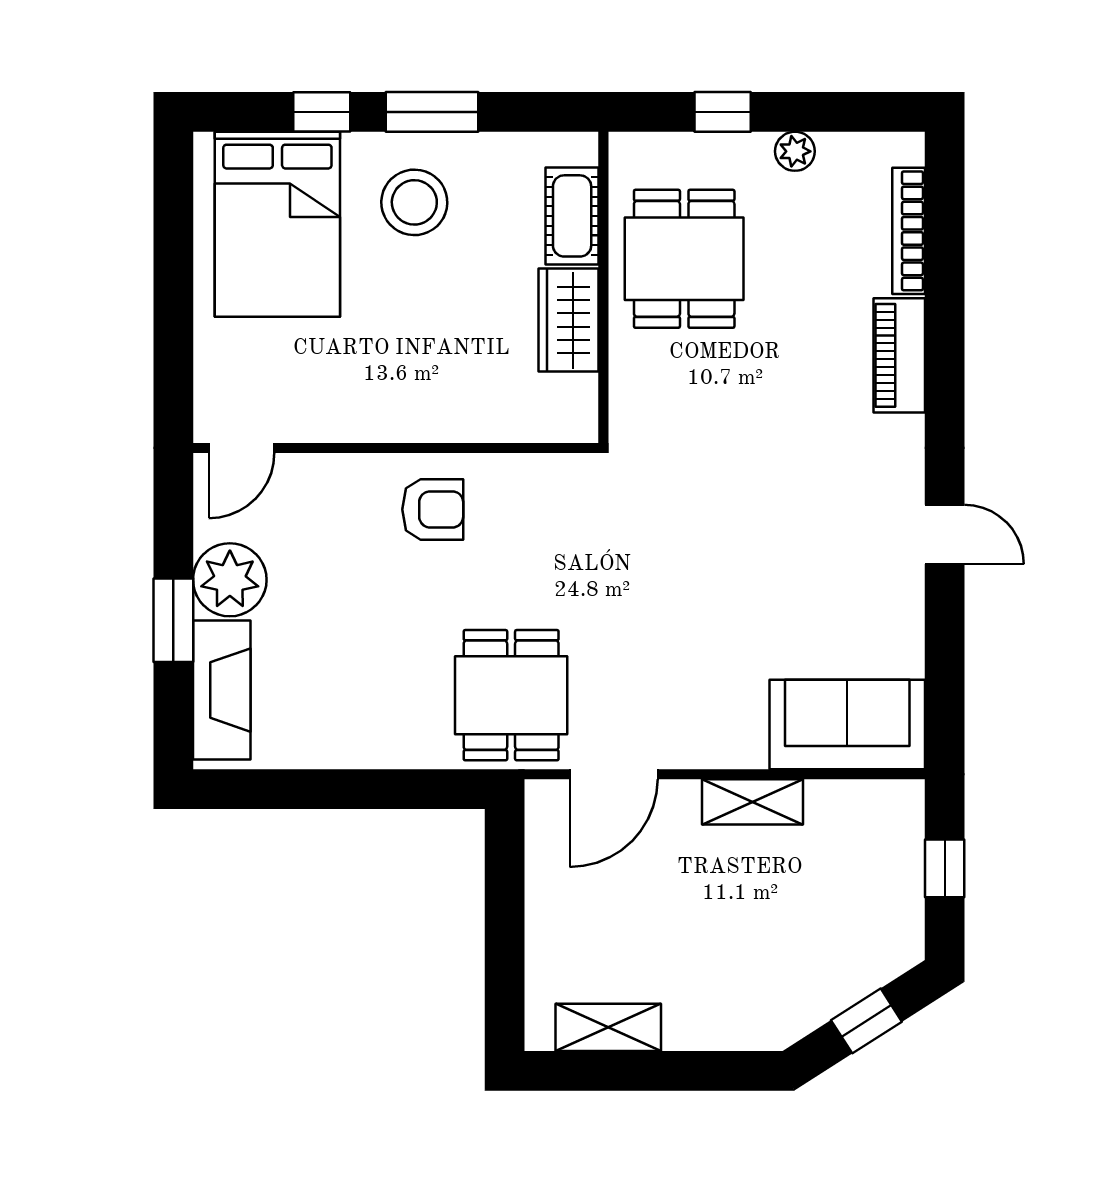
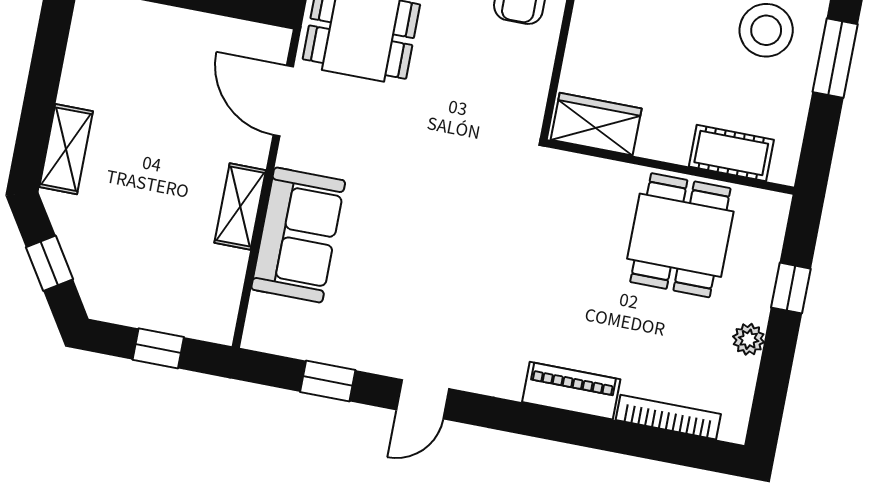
dining table: (684, 259) -> (680, 235), turned 90
wardrobe: (569, 320) -> (596, 124), moved
window: (945, 654) -> (328, 381), added
sofa: (847, 724) -> (298, 235), moved
shelving: (608, 1027) -> (66, 149), moved

